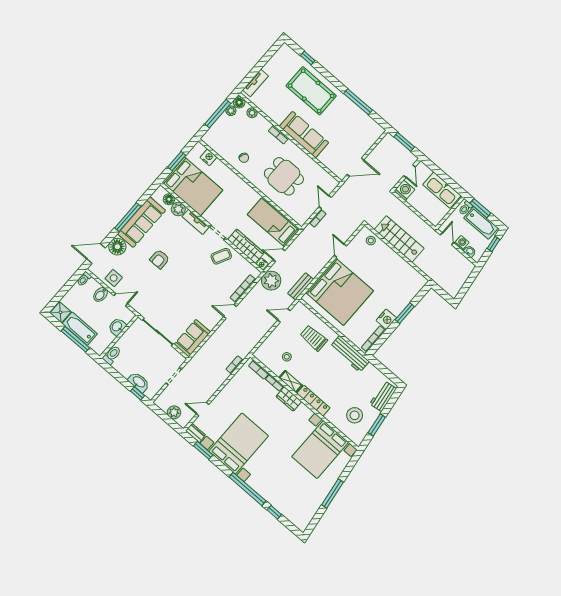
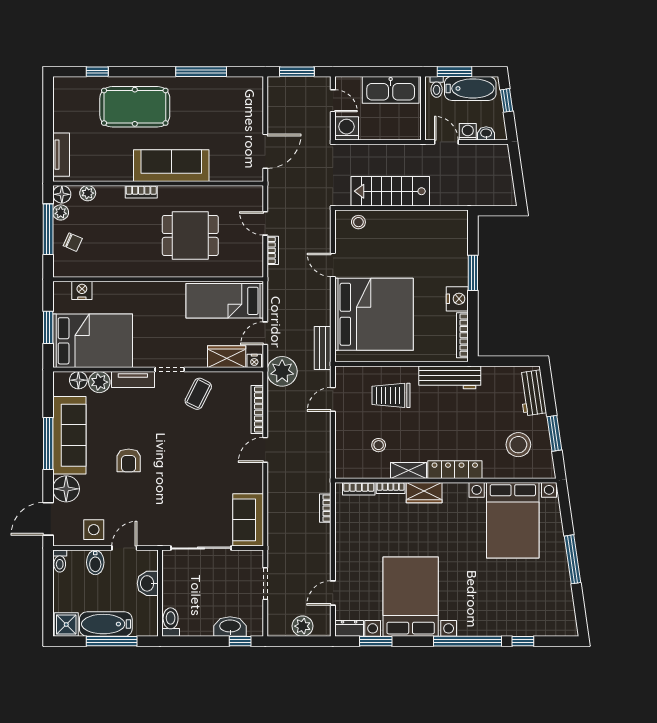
chair: (244, 158) -> (73, 242), moved
wardrobe: (246, 246) -> (227, 357), width x0.67

